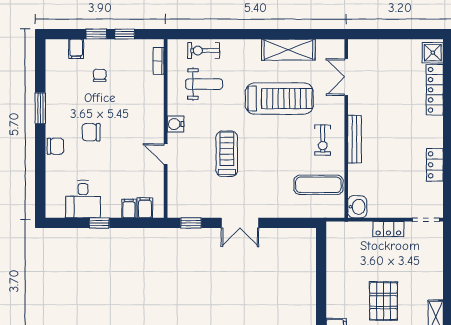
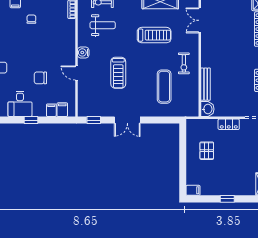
treadmill: (279, 99) -> (154, 35), width x0.73, depth x0.73
chair: (91, 132) -> (40, 78), moved
bench: (355, 139) -> (206, 84), moved
treadmill: (227, 154) -> (118, 73), turned 180
exercise mat: (318, 185) -> (164, 87), moved, turned 90
pallet: (383, 301) -> (207, 151), moved, width x0.67, depth x0.71

